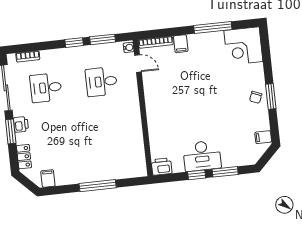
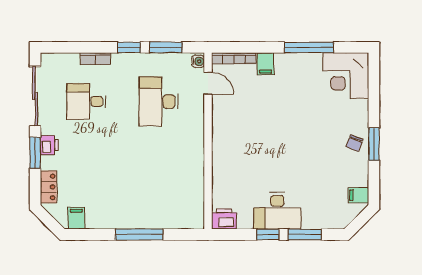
bookcase: (28, 56) -> (95, 59), moved
desk: (101, 82) -> (159, 101), width x1.37

